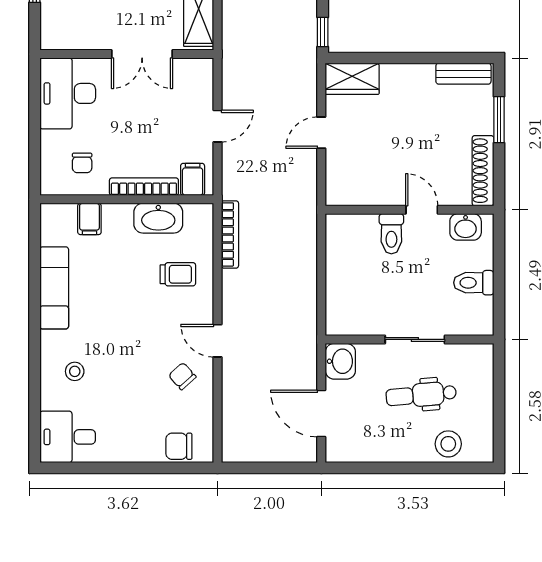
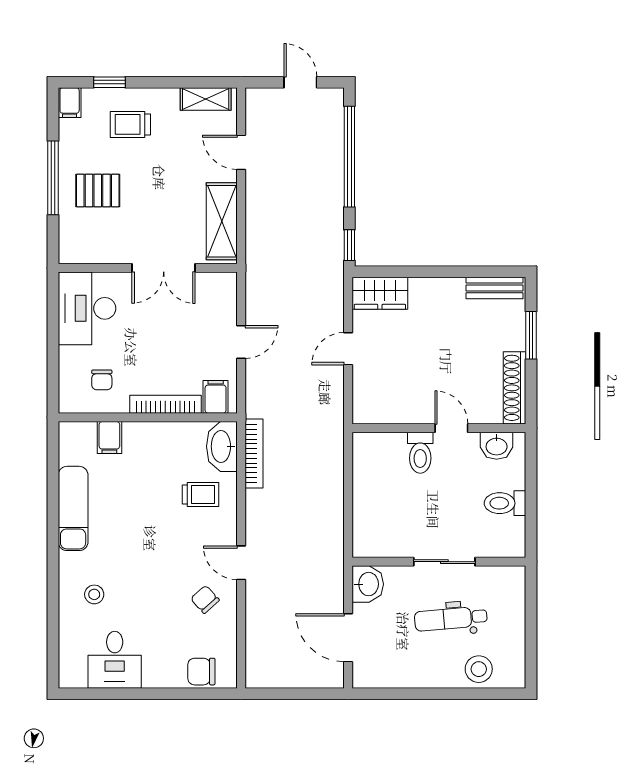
washbasin: (158, 218) -> (222, 446), moved, turned 90
desk: (68, 437) -> (115, 660), moved, turned -90

